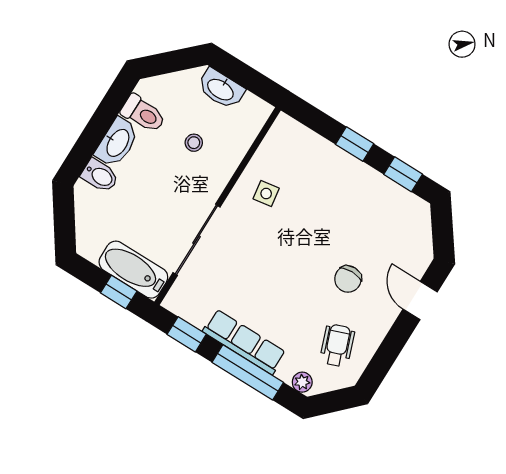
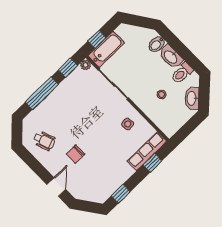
washbasin: (221, 89) -> (192, 98), moved, turned -44
window: (355, 144) -> (152, 163), moved
chair: (348, 279) -> (76, 154), turned -90
door: (420, 301) -> (56, 187), hinge flipped
row of seats: (244, 342) -> (147, 151), moved, turned 180
plant: (302, 382) -> (86, 65), moved

